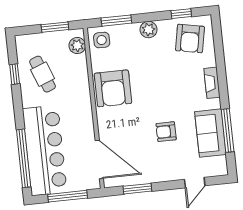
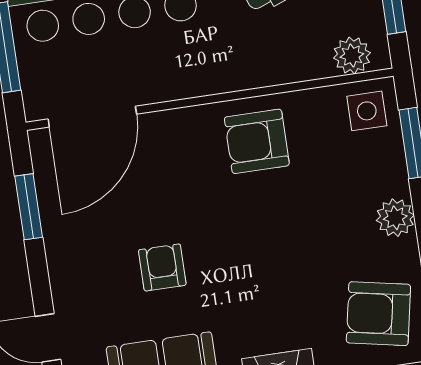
armchair: (113, 88) -> (257, 141), width x0.73, depth x0.73

